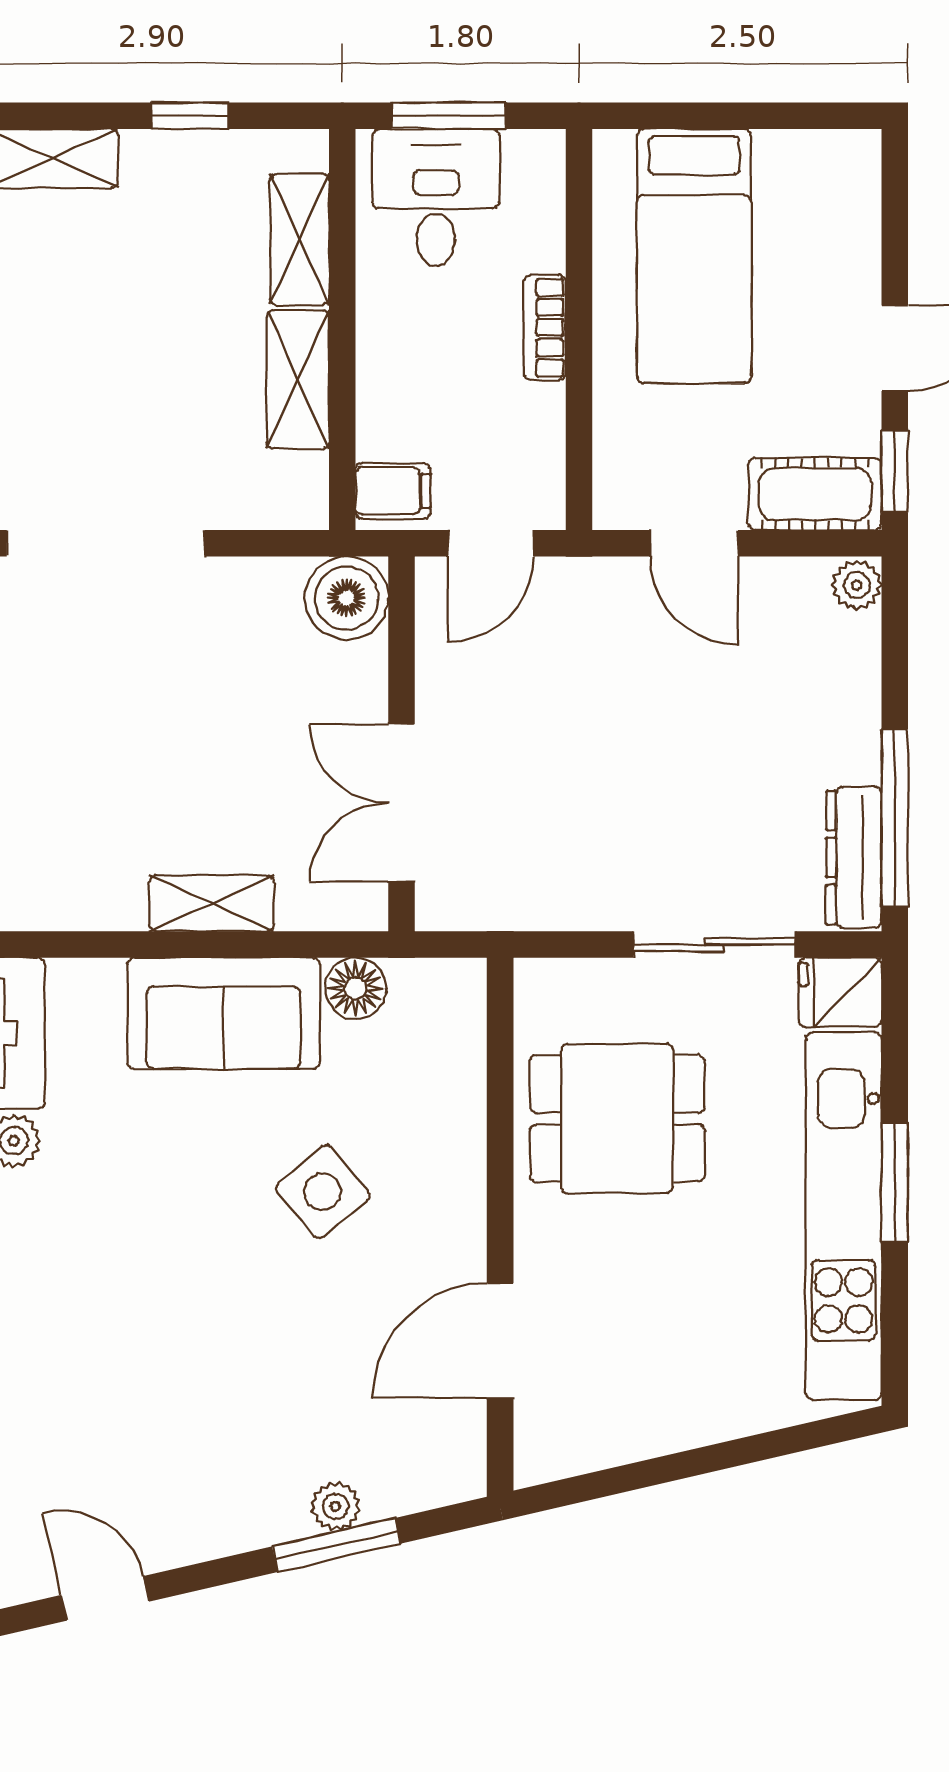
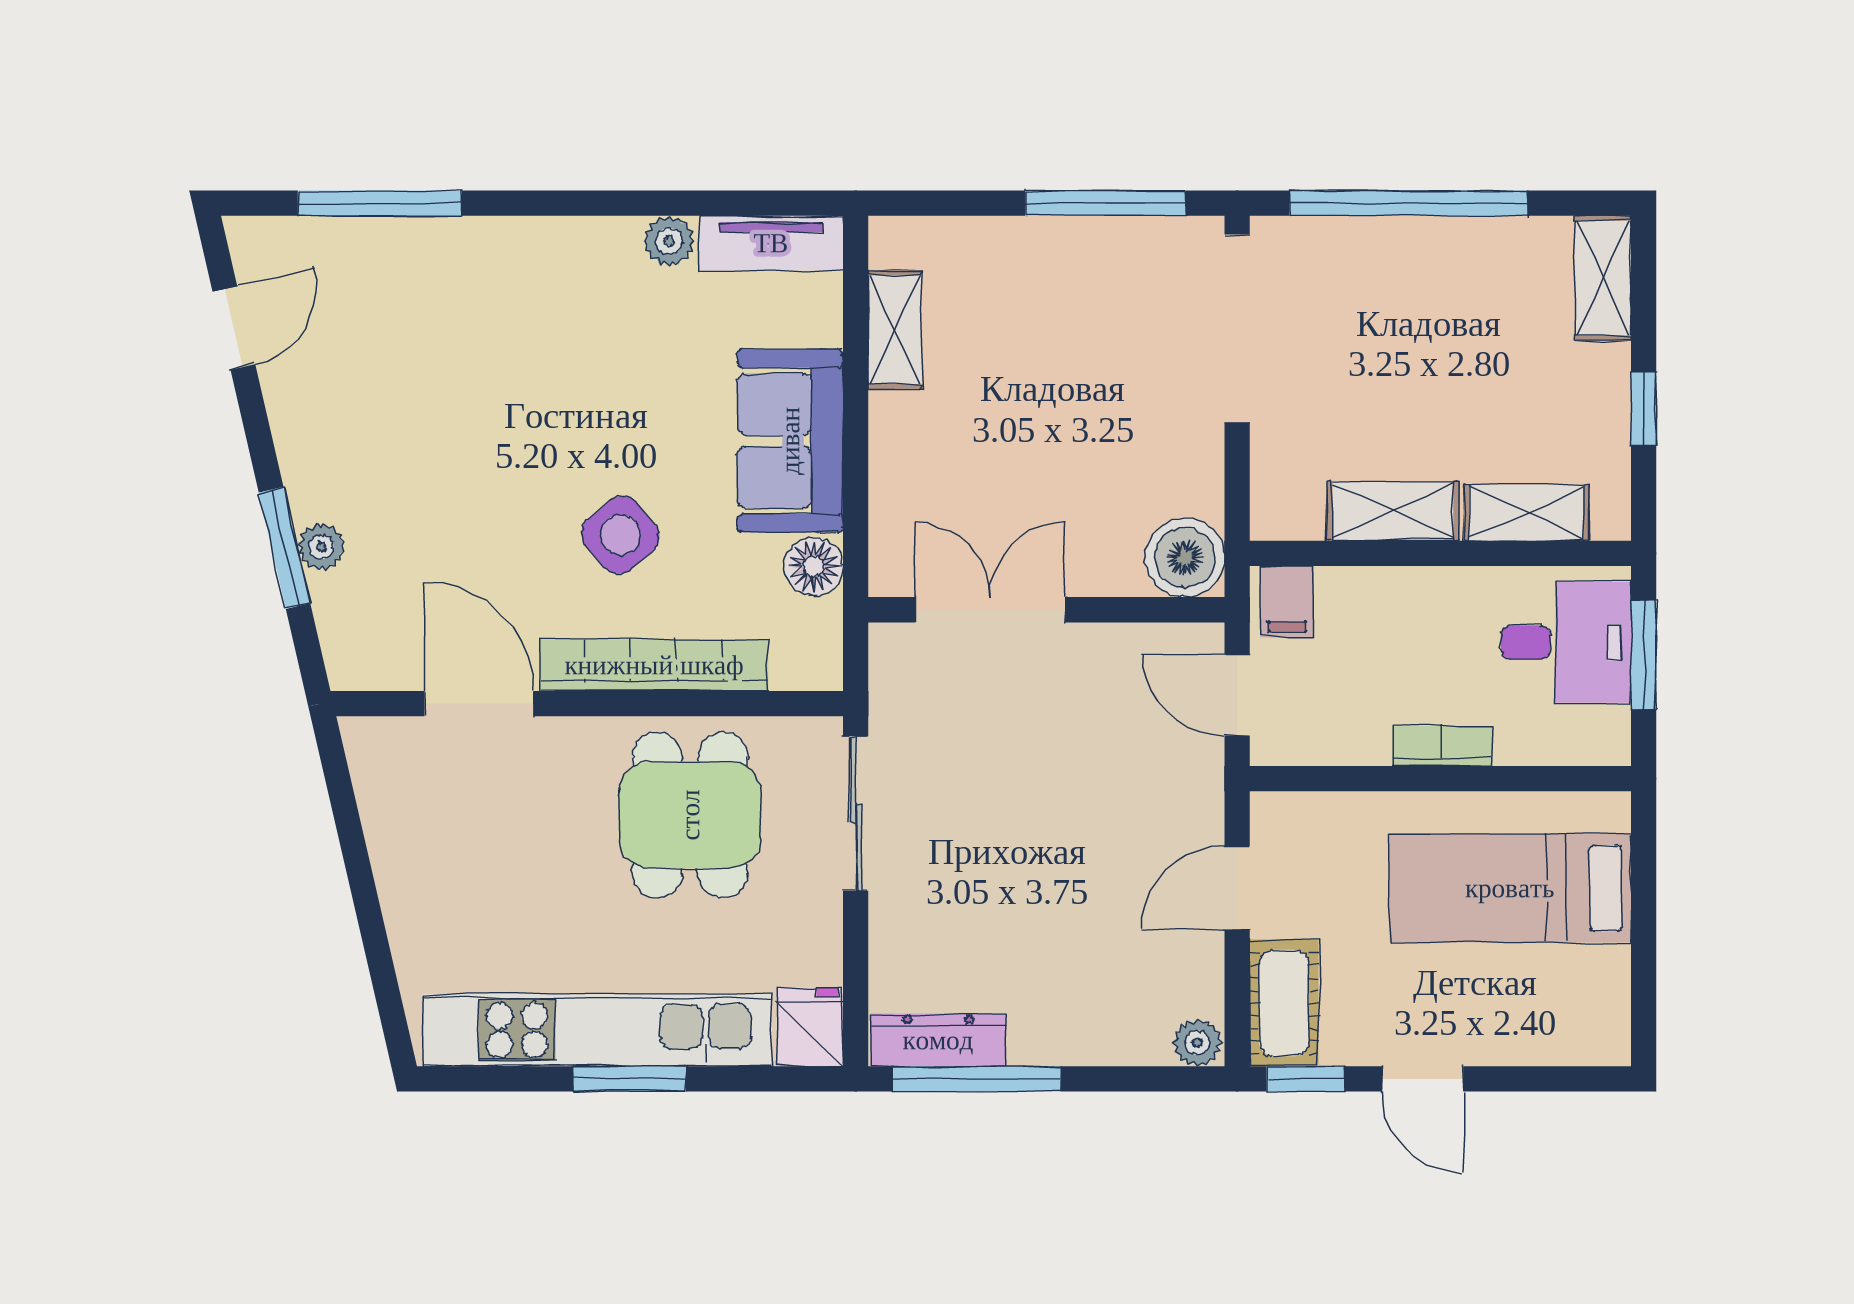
shelving: (212, 903) -> (895, 330), moved
sliding door: (714, 945) -> (856, 814), moved
bookcase: (460, 1157) -> (654, 665), added

